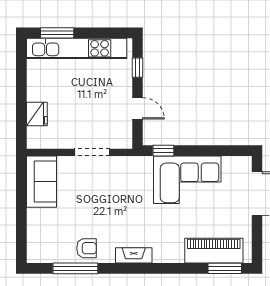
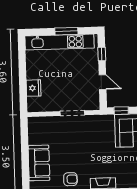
window: (57, 33) -> (66, 31), moved
sofa: (41, 182) -> (39, 163), moved

